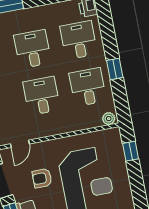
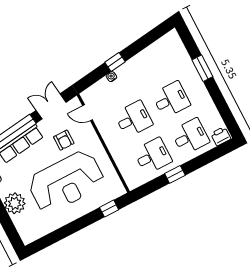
plant: (109, 119) -> (131, 182), removed
armchair: (42, 178) -> (64, 140), turned 180

